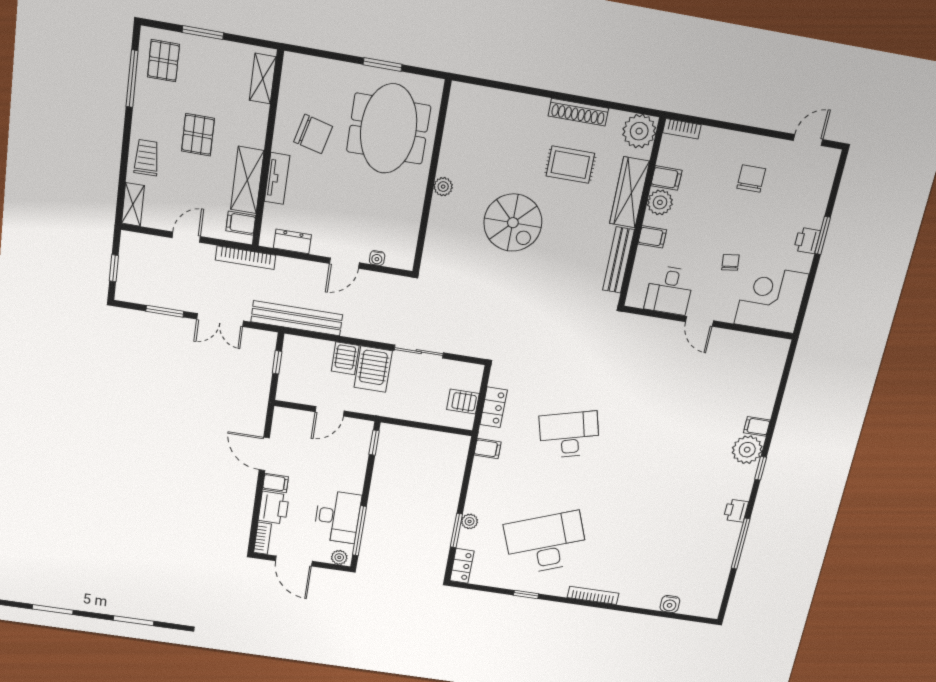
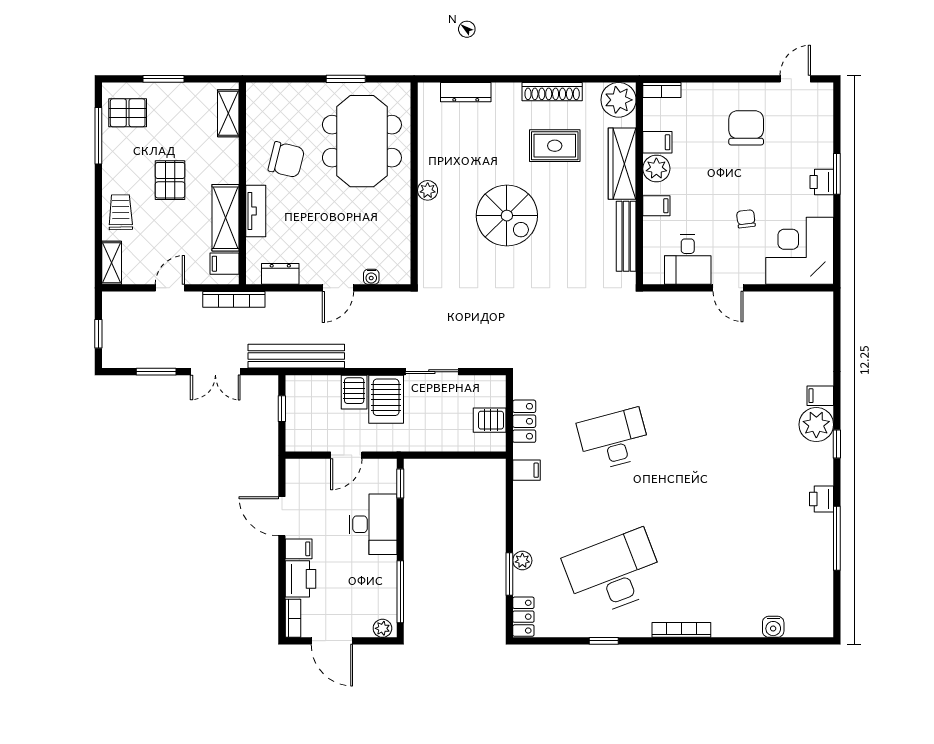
pallet: (164, 61) -> (128, 113), turned 90
dresser: (496, 98) -> (466, 92), added
chair: (751, 179) -> (746, 128), width x1.37, depth x1.37
desk: (337, 517) -> (373, 524), moved

